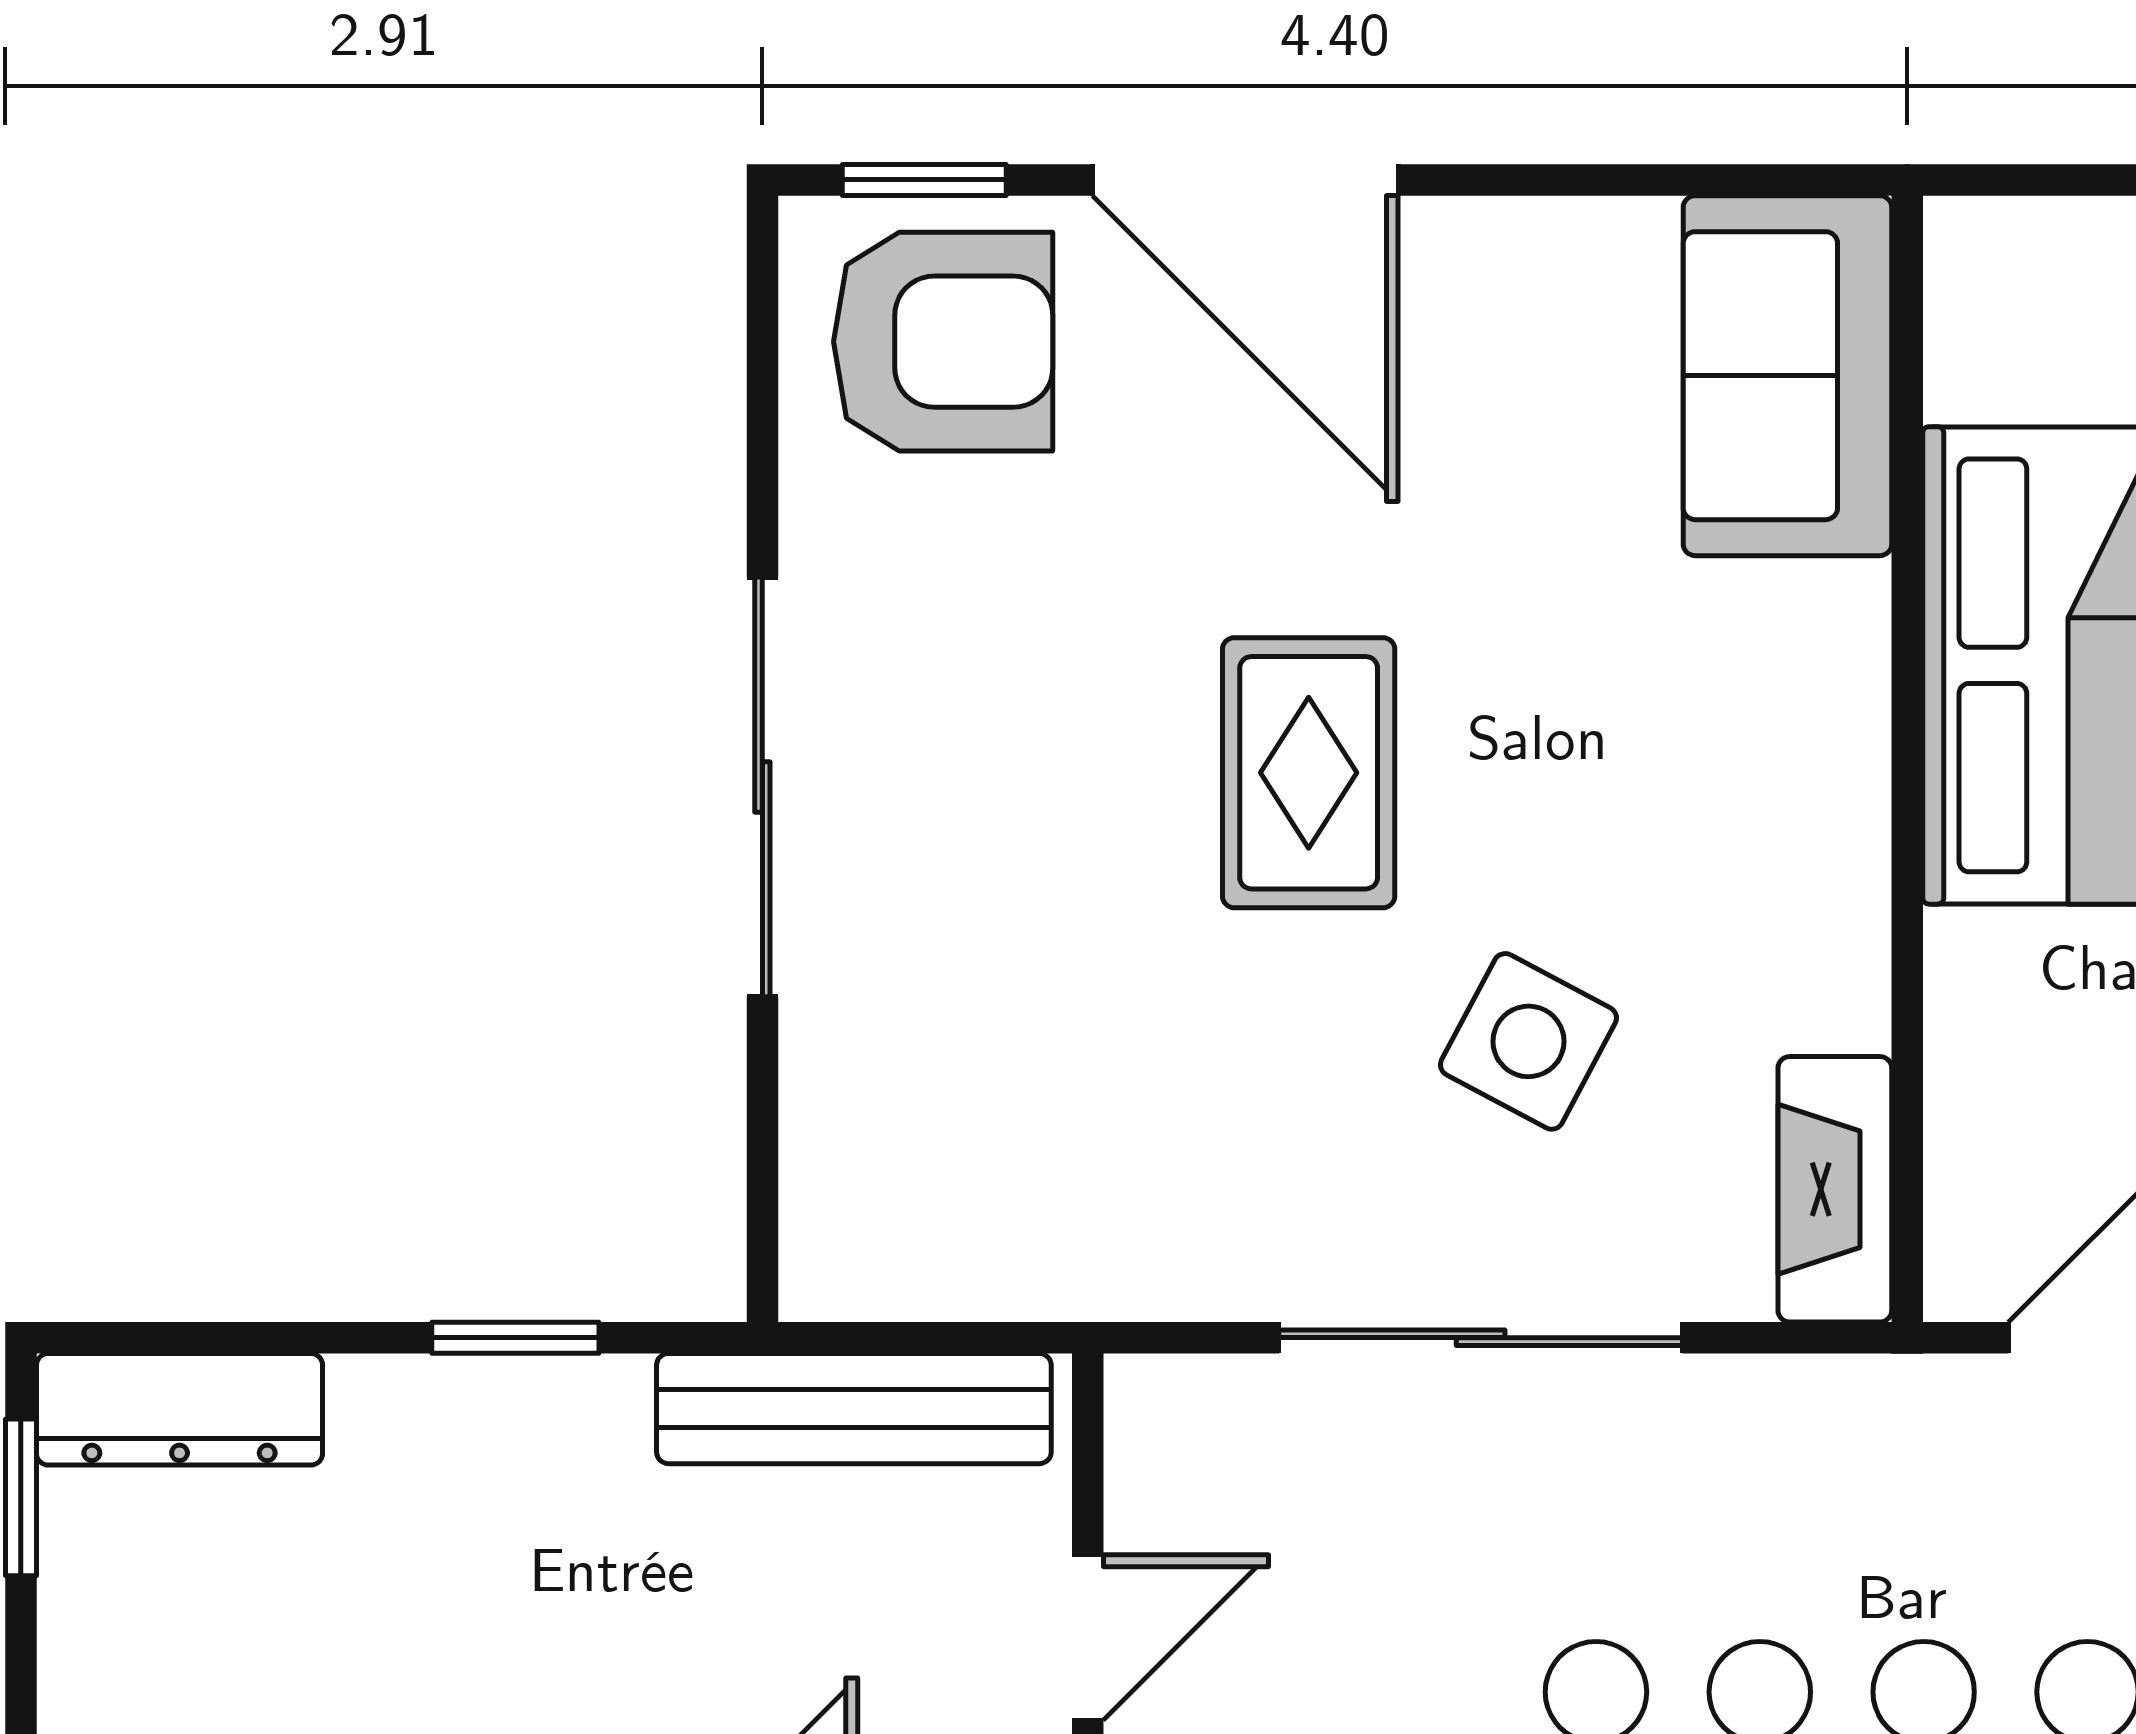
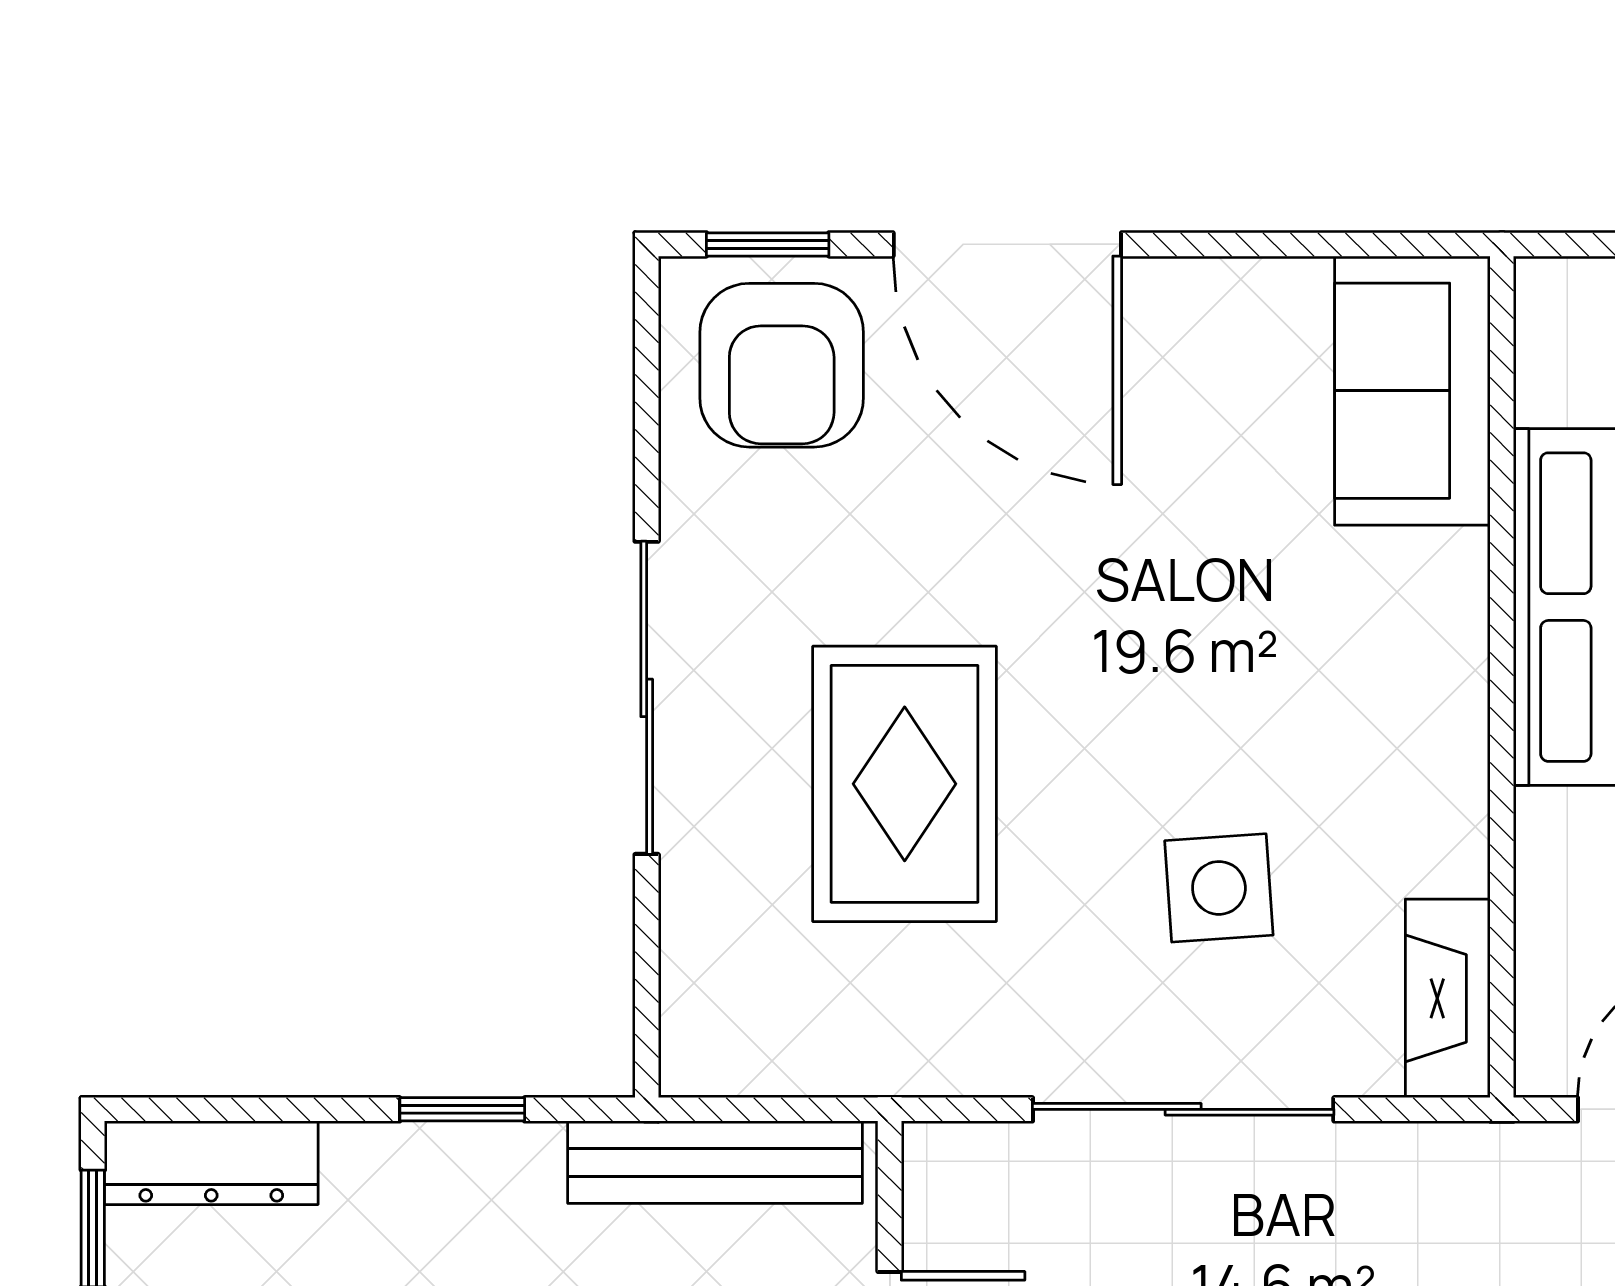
armchair: (943, 342) -> (782, 365), turned 90
rug: (1309, 773) -> (905, 784), moved, width x1.36, depth x1.43
side table: (1528, 1041) -> (1219, 888), turned -32

